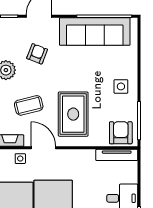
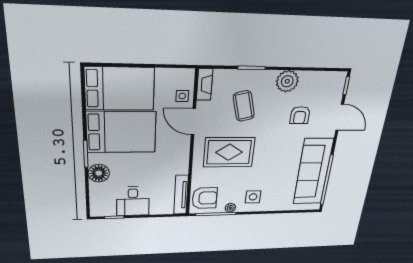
armchair: (37, 54) -> (300, 115), turned 69
plant: (132, 107) -> (230, 208), added
door: (43, 148) -> (193, 122), swing flipped

